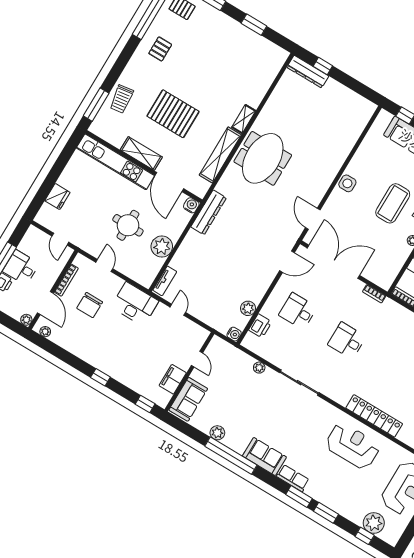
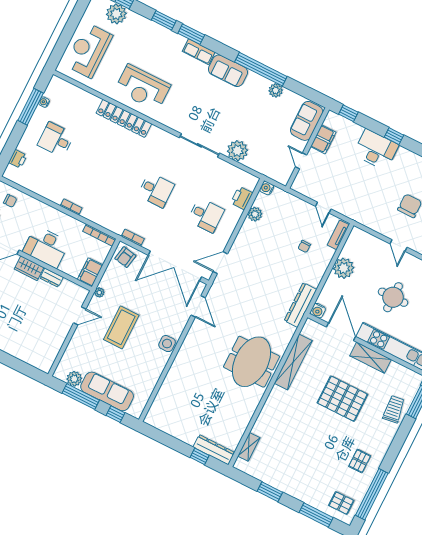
shelving: (244, 119) -> (249, 447), moved
round table: (128, 225) -> (393, 297), moved
chair: (200, 272) -> (304, 246), added
armchair: (383, 275) -> (125, 257), added
desk: (135, 304) -> (376, 150), moved, turned 180
plant: (259, 368) -> (237, 151), width x1.87, depth x1.87

